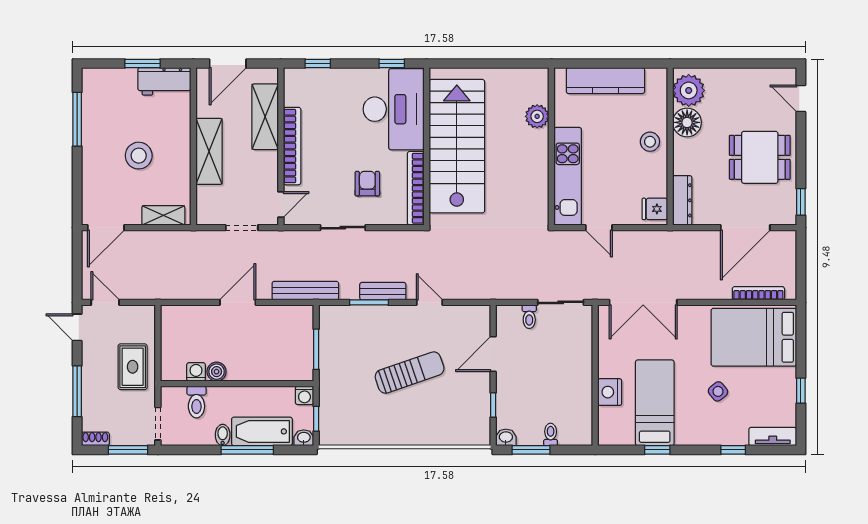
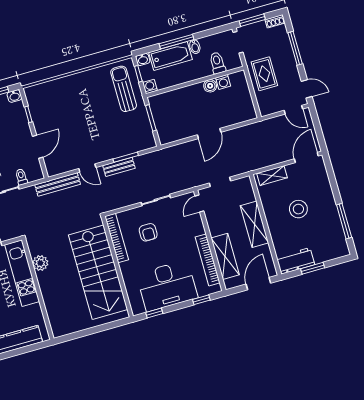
desk: (394, 109) -> (167, 286), moved, turned -90
plant: (537, 116) -> (40, 263), moved
bookcase: (292, 146) -> (208, 260), moved
bench: (305, 291) -> (58, 185), moved
sun lounger: (410, 373) -> (124, 89), moved, turned 109

